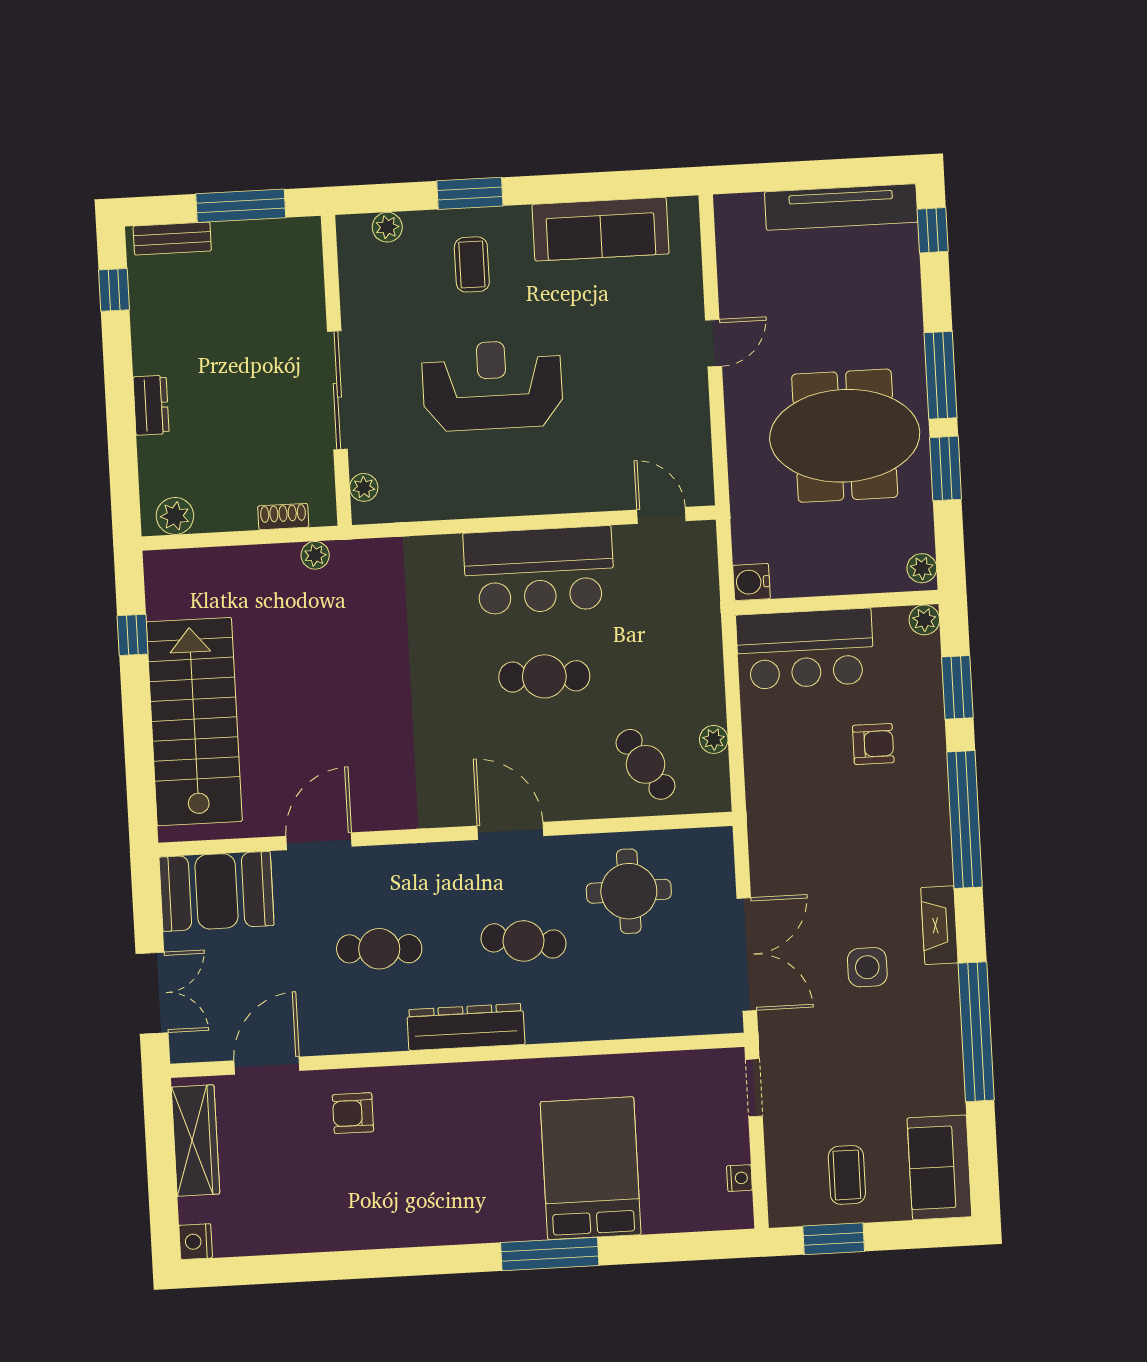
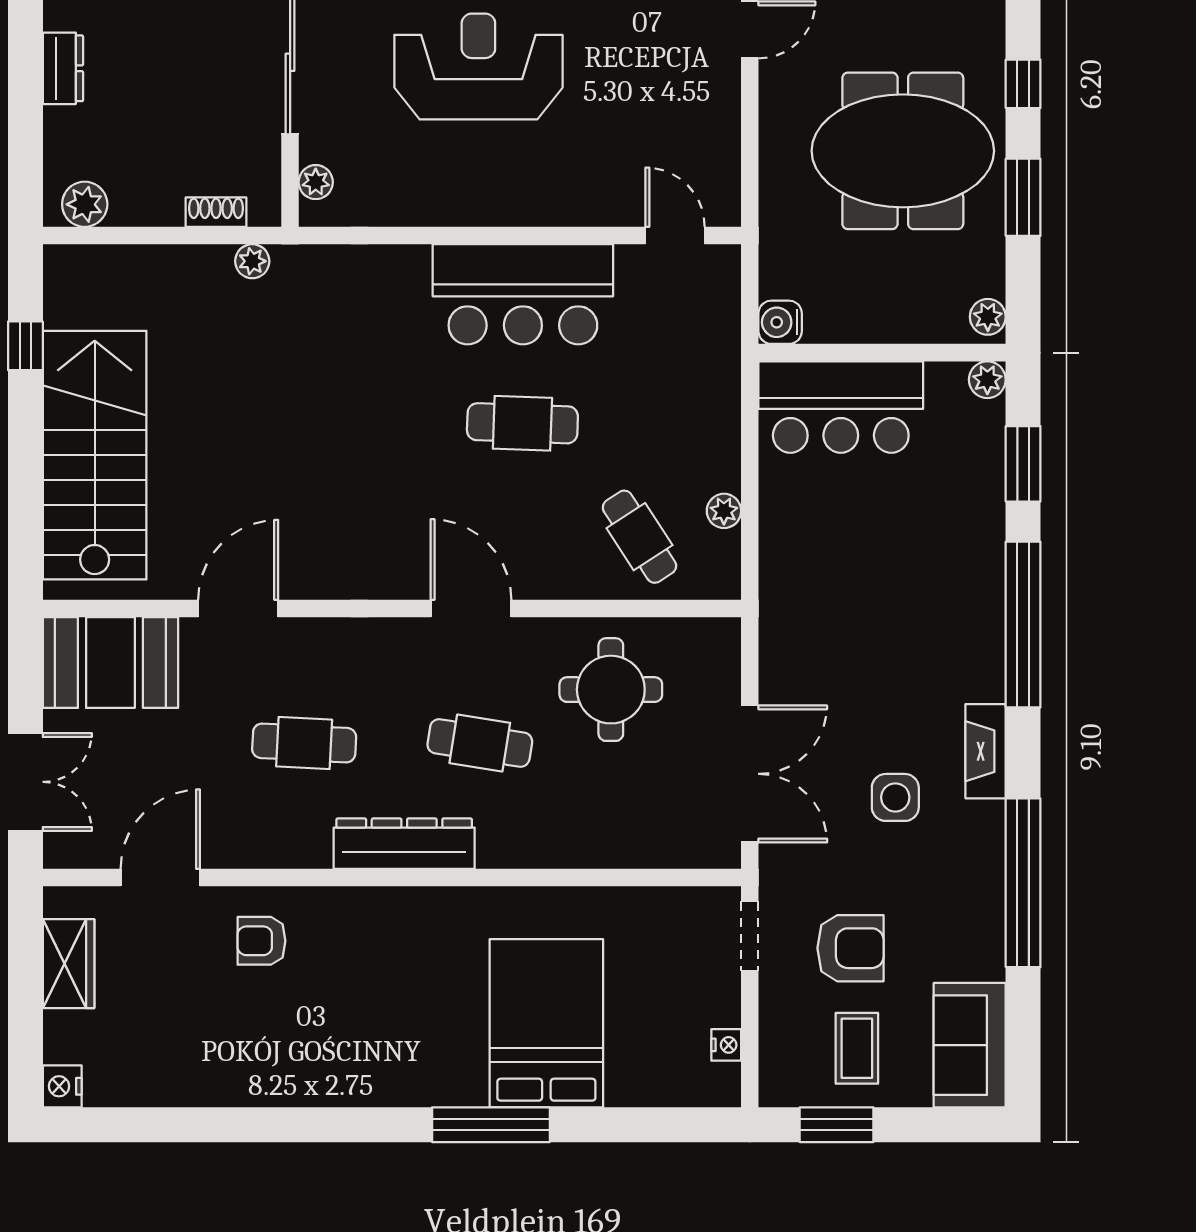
window: (940, 375) -> (1023, 84), width x0.46
armchair: (873, 744) -> (850, 948), moved, width x1.38, depth x1.38
wardrobe: (196, 1140) -> (69, 964), width x0.67

